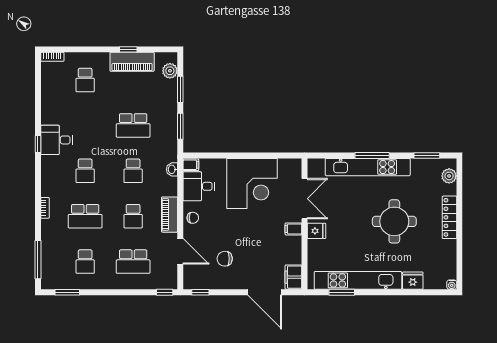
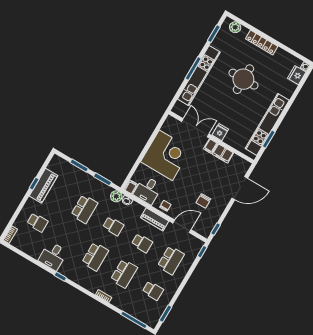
plant: (170, 71) -> (116, 196), moved
desk: (57, 140) -> (53, 256), moved
school desk: (85, 171) -> (95, 257), width x1.85
filing cabinet: (293, 277) -> (223, 153), moved
fridge: (413, 281) -> (297, 75), moved

